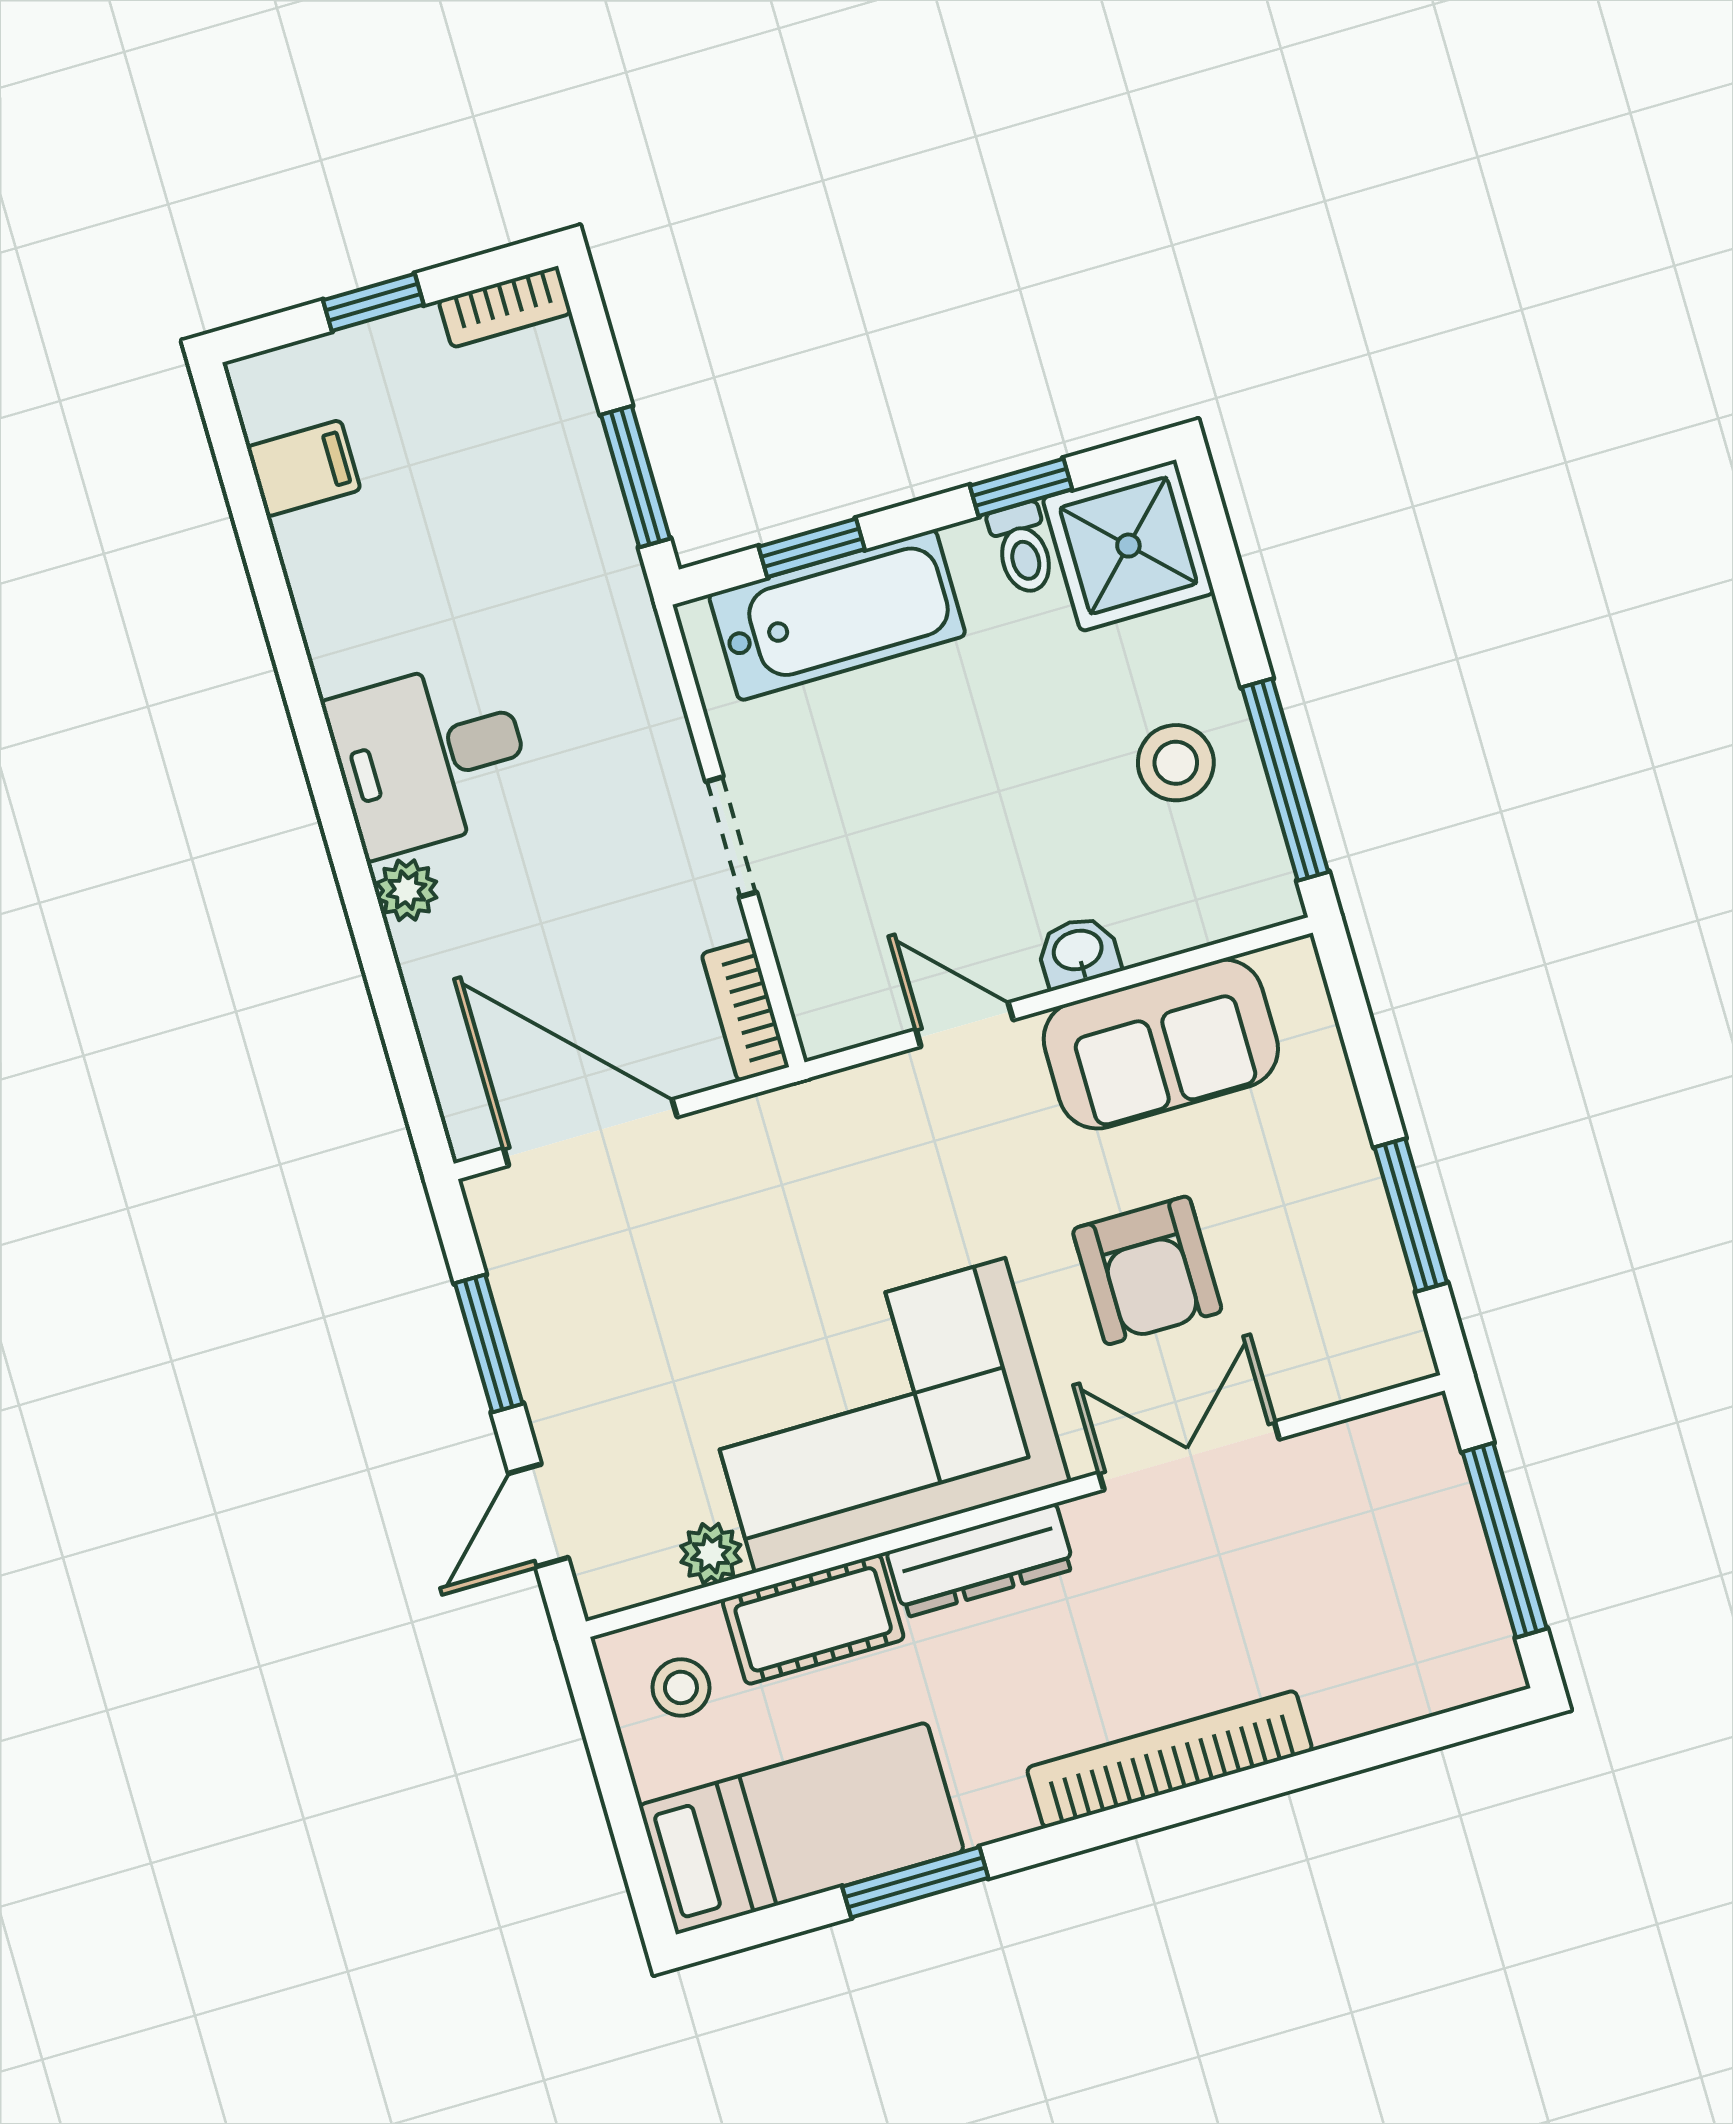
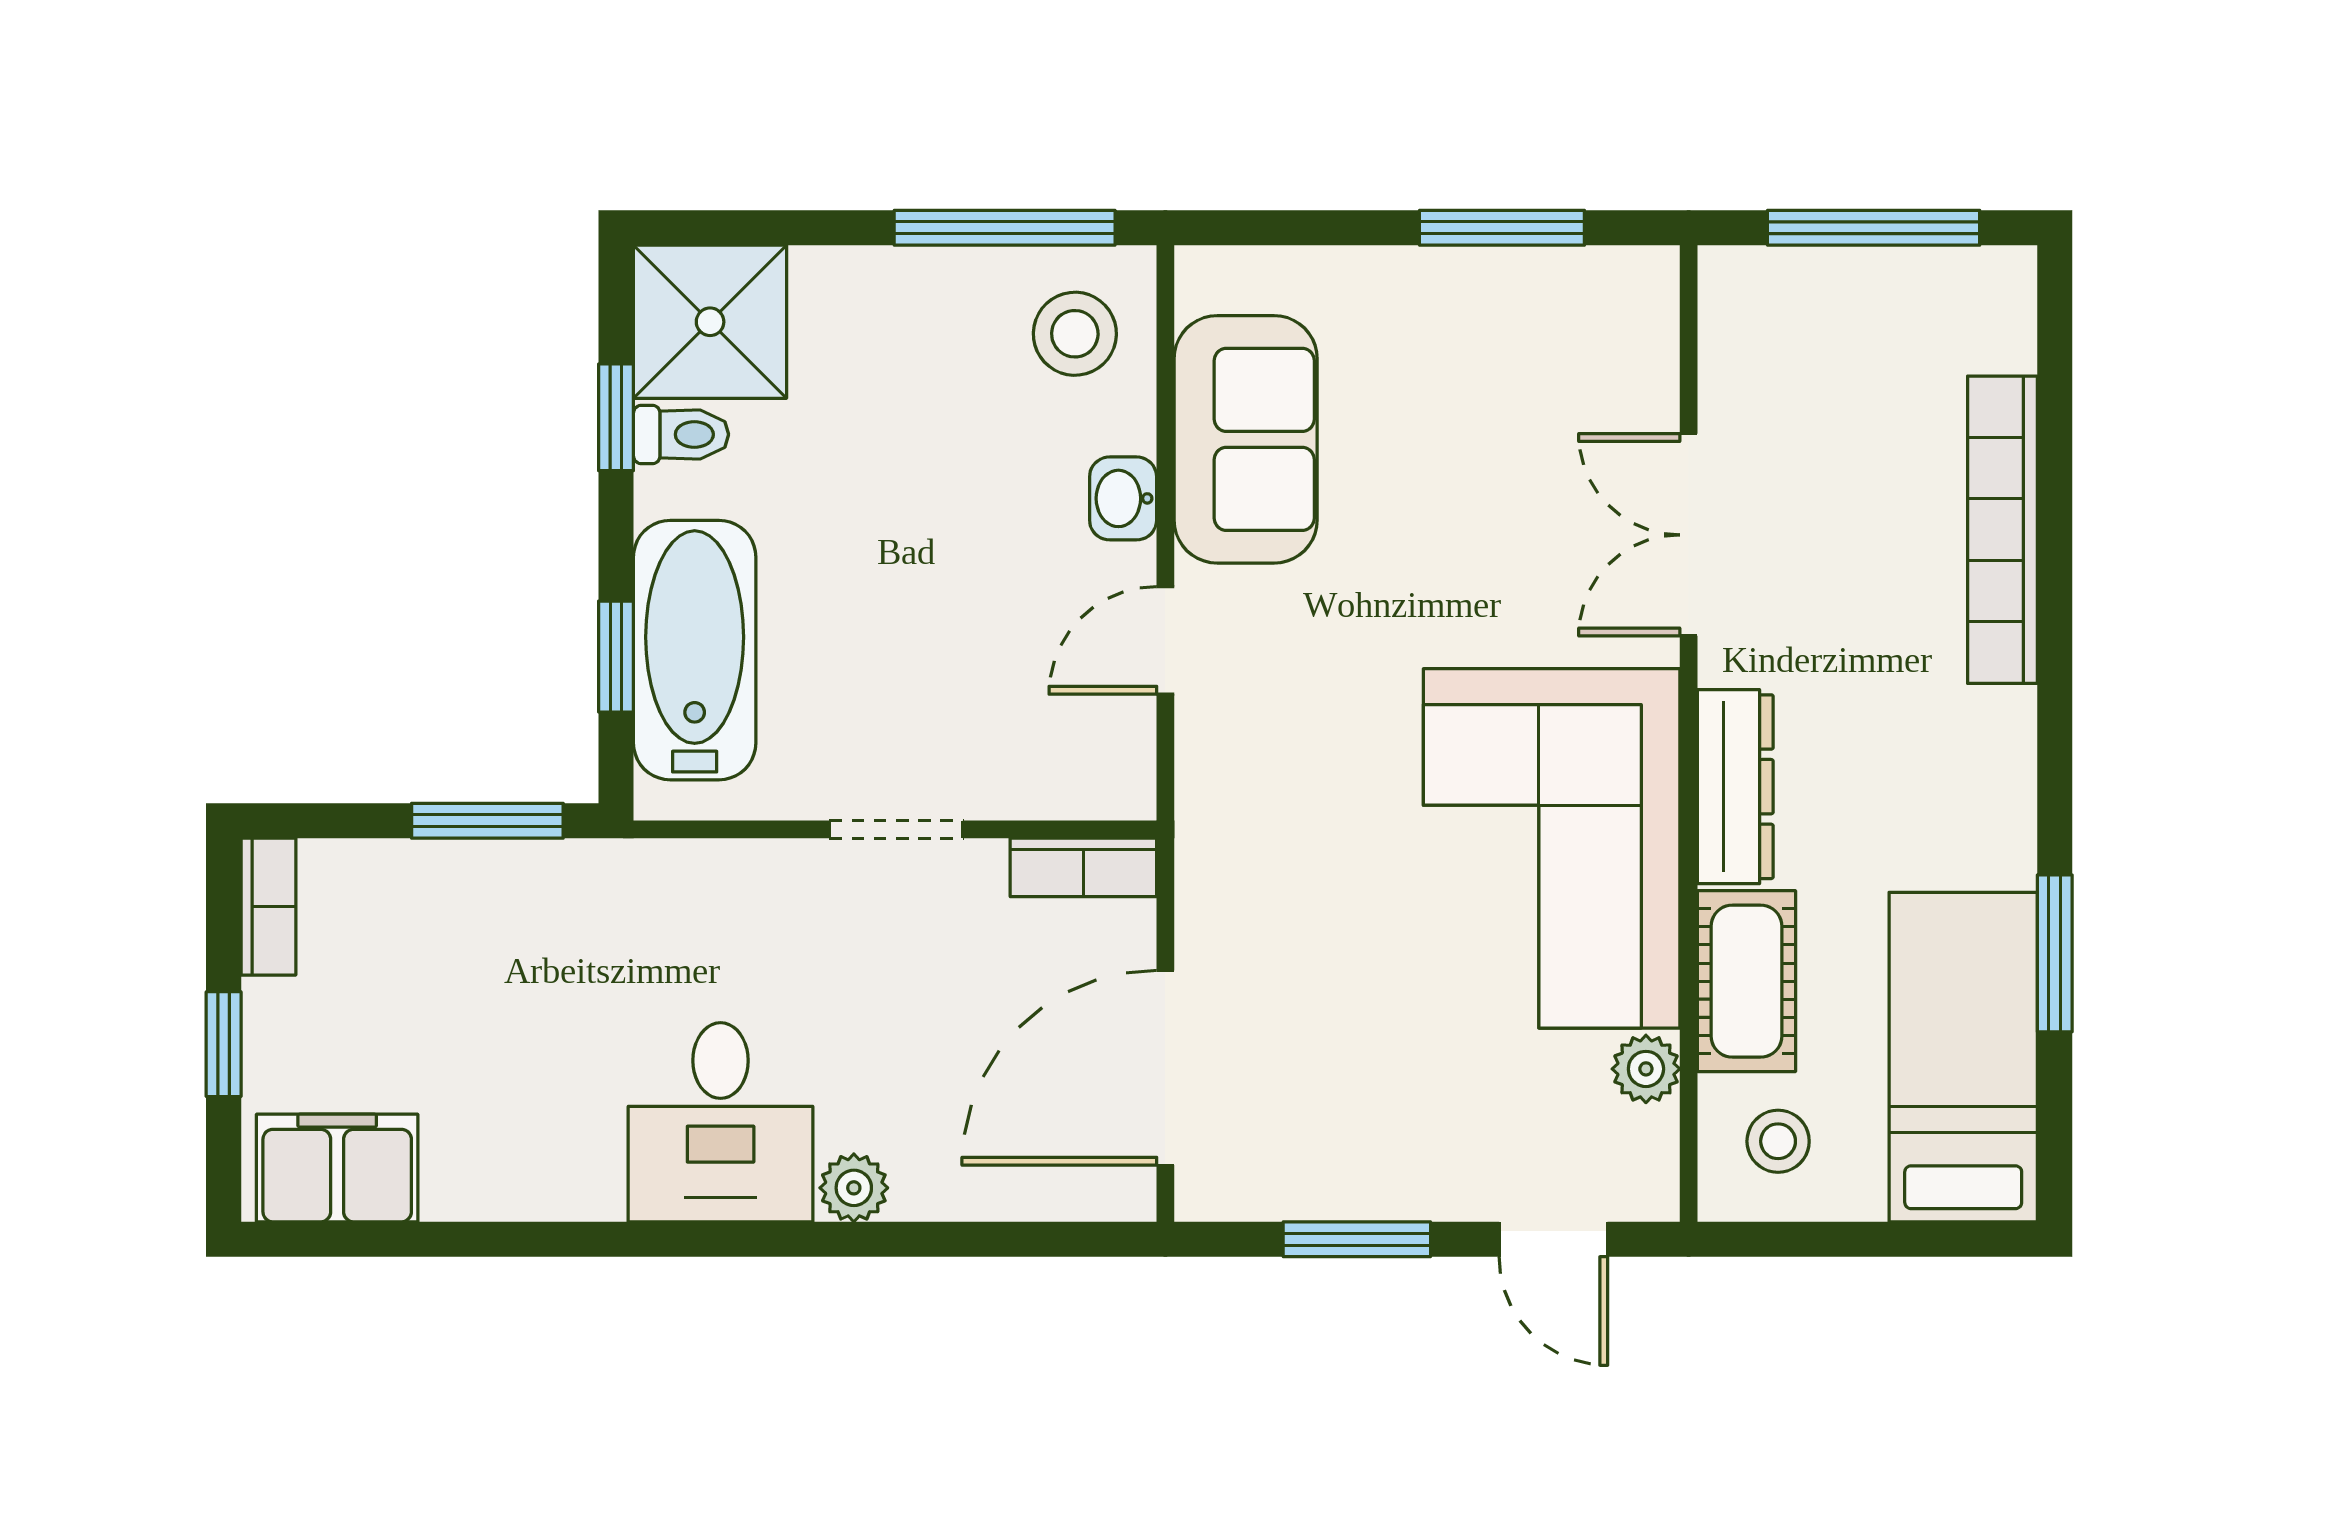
filing cabinet: (304, 468) -> (337, 1168), width x2.00
stool: (1176, 763) -> (1075, 334), moved
armchair: (1147, 1270) -> (1480, 523), removed
bookcase: (1170, 1759) -> (2002, 530), moved

